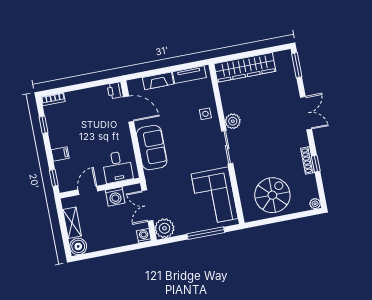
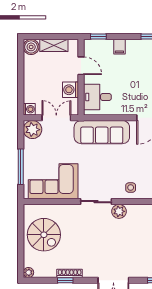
sofa: (152, 148) -> (102, 132), width x1.36

